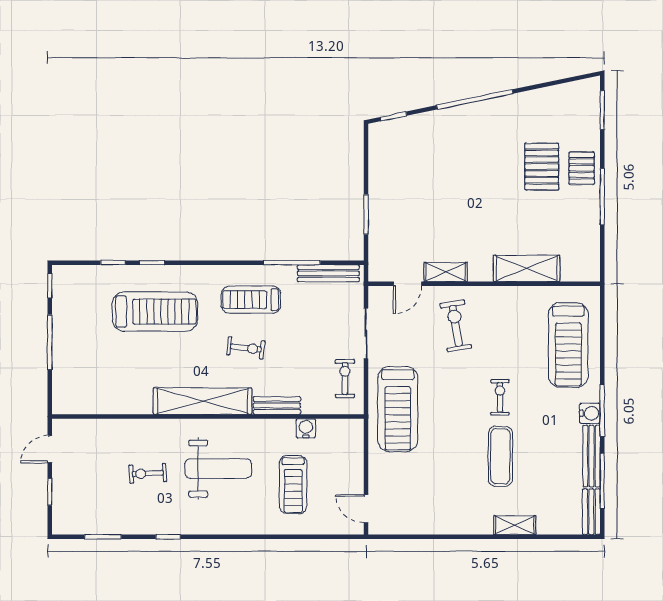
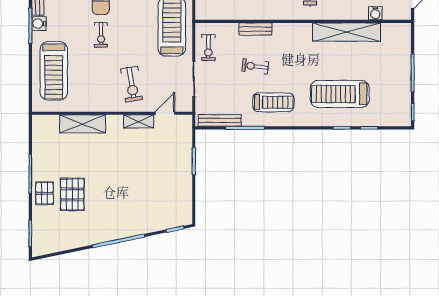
treadmill: (568, 345) -> (54, 71), turned 180
exercise bike: (246, 348) -> (255, 66), moved
shelving: (203, 401) -> (346, 32), moved
water cooler: (306, 428) -> (375, 13), moved

